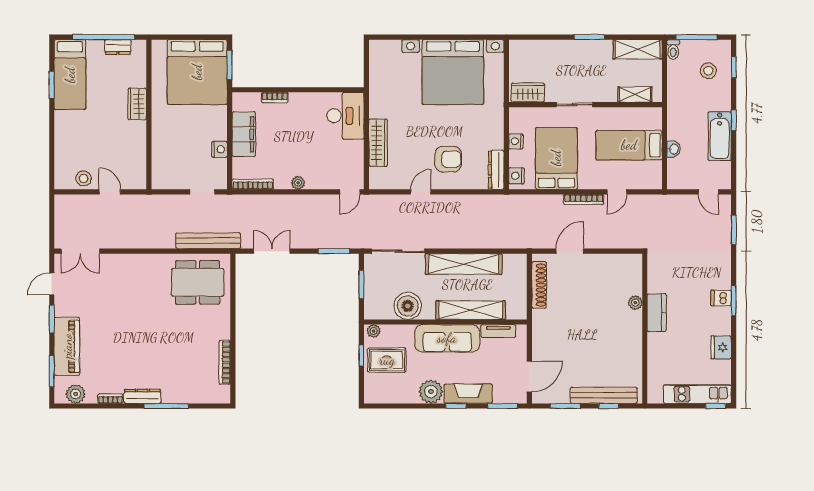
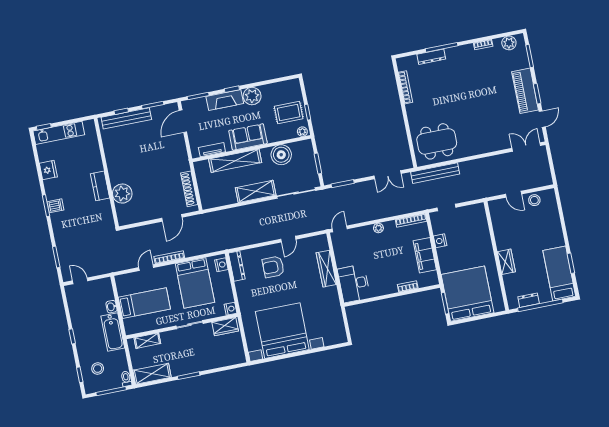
bathtub: (720, 136) -> (113, 332), moved, turned 180
nightstand: (516, 141) -> (231, 309), moved
shelving: (464, 264) -> (256, 191), width x0.68
plant: (635, 303) -> (122, 194), width x1.88, depth x1.88
sofa: (447, 338) -> (248, 137), width x0.73
piano: (67, 346) -> (525, 91), moved
dresser: (142, 396) -> (431, 57), moved

